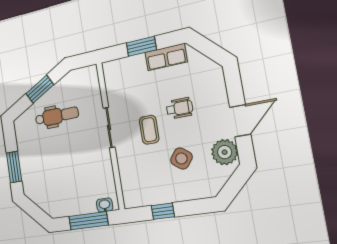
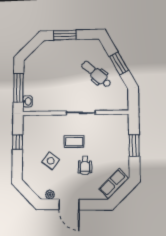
row of seats: (166, 57) -> (114, 184), moved, turned 45
dental chair: (57, 116) -> (96, 74), turned 132
plant: (225, 152) -> (50, 195), width x0.53, depth x0.53

